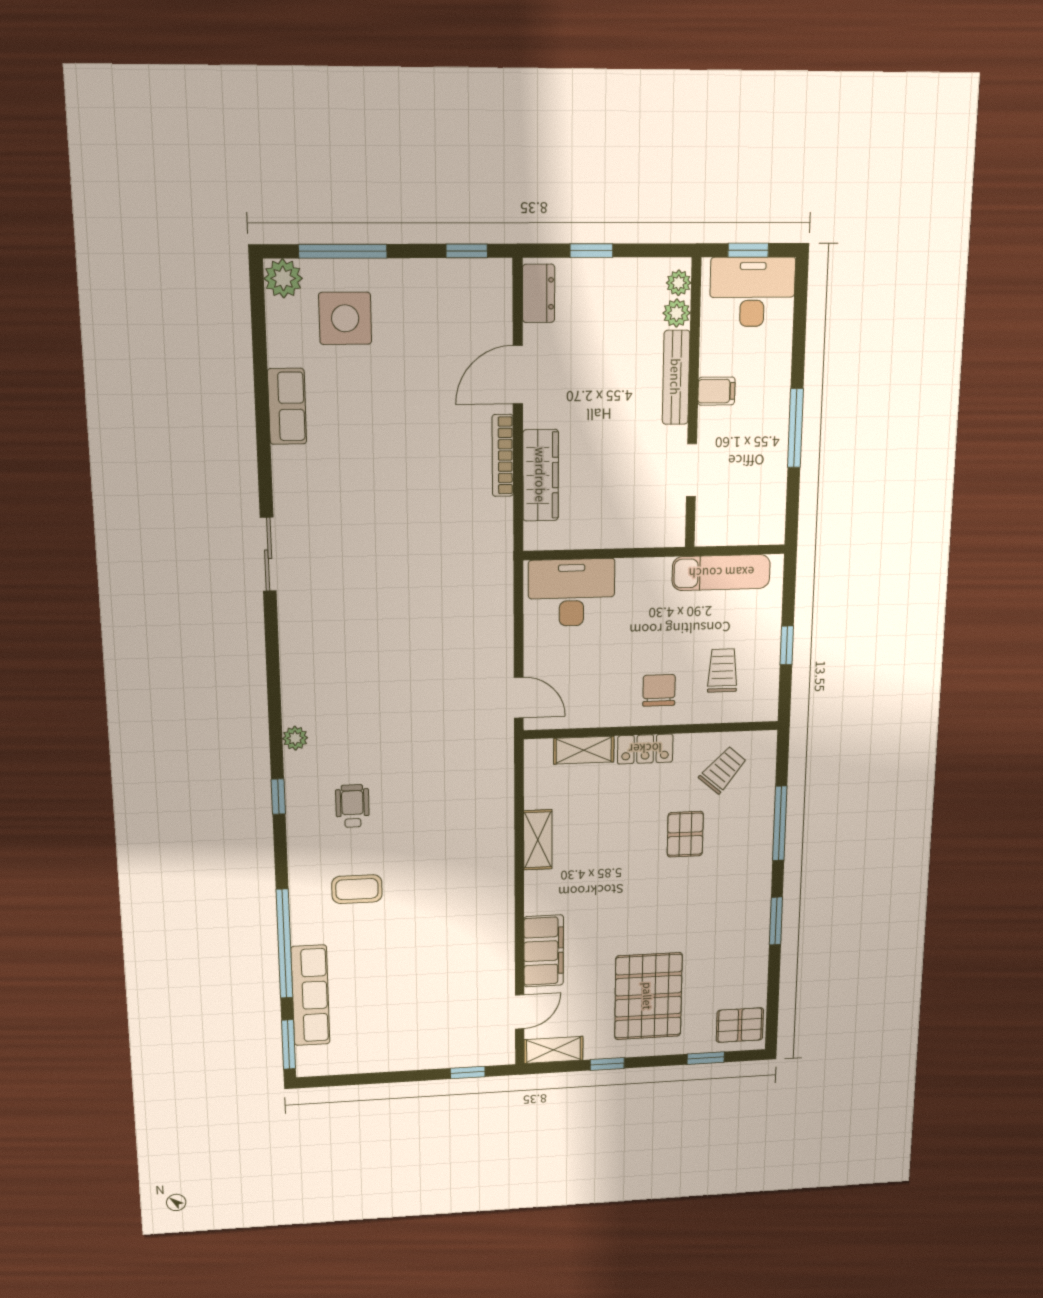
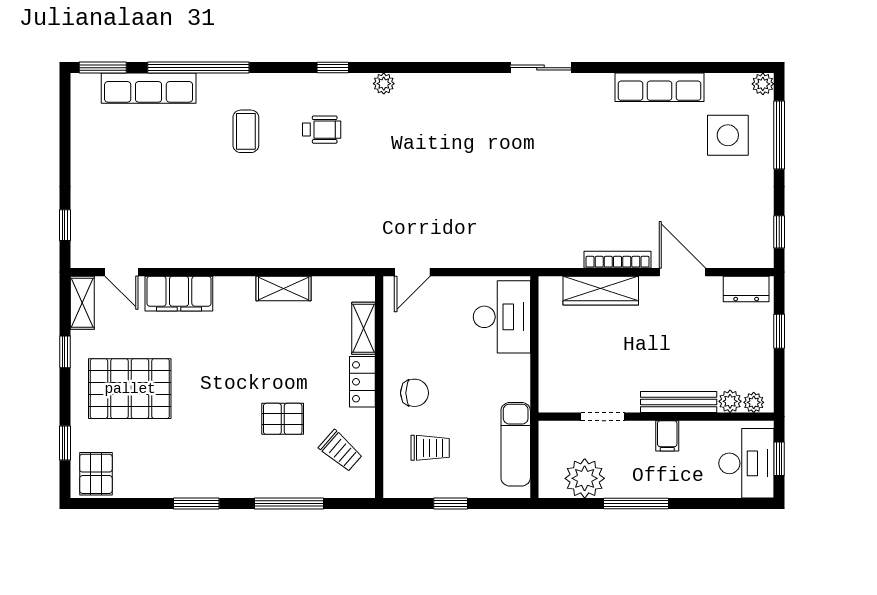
plant: (283, 278) -> (763, 84), width x0.73, depth x0.73
row of seats: (287, 406) -> (660, 87), width x1.48
plant: (764, 490) -> (585, 478), added

